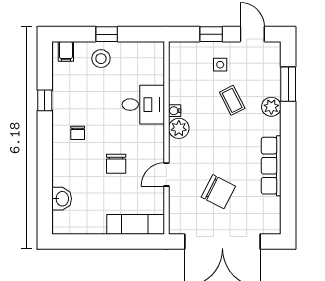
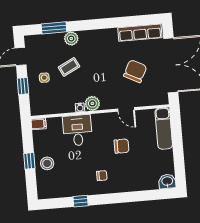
filing cabinet: (66, 51) -> (39, 124), moved
row of seats: (271, 166) -> (140, 33), moved
washbasin: (62, 199) -> (167, 181), moved

